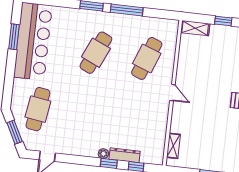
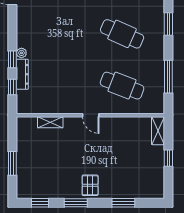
window: (127, 10) -> (168, 77), moved
door: (172, 93) -> (91, 115), hinge flipped
shelving: (173, 146) -> (50, 122), moved

